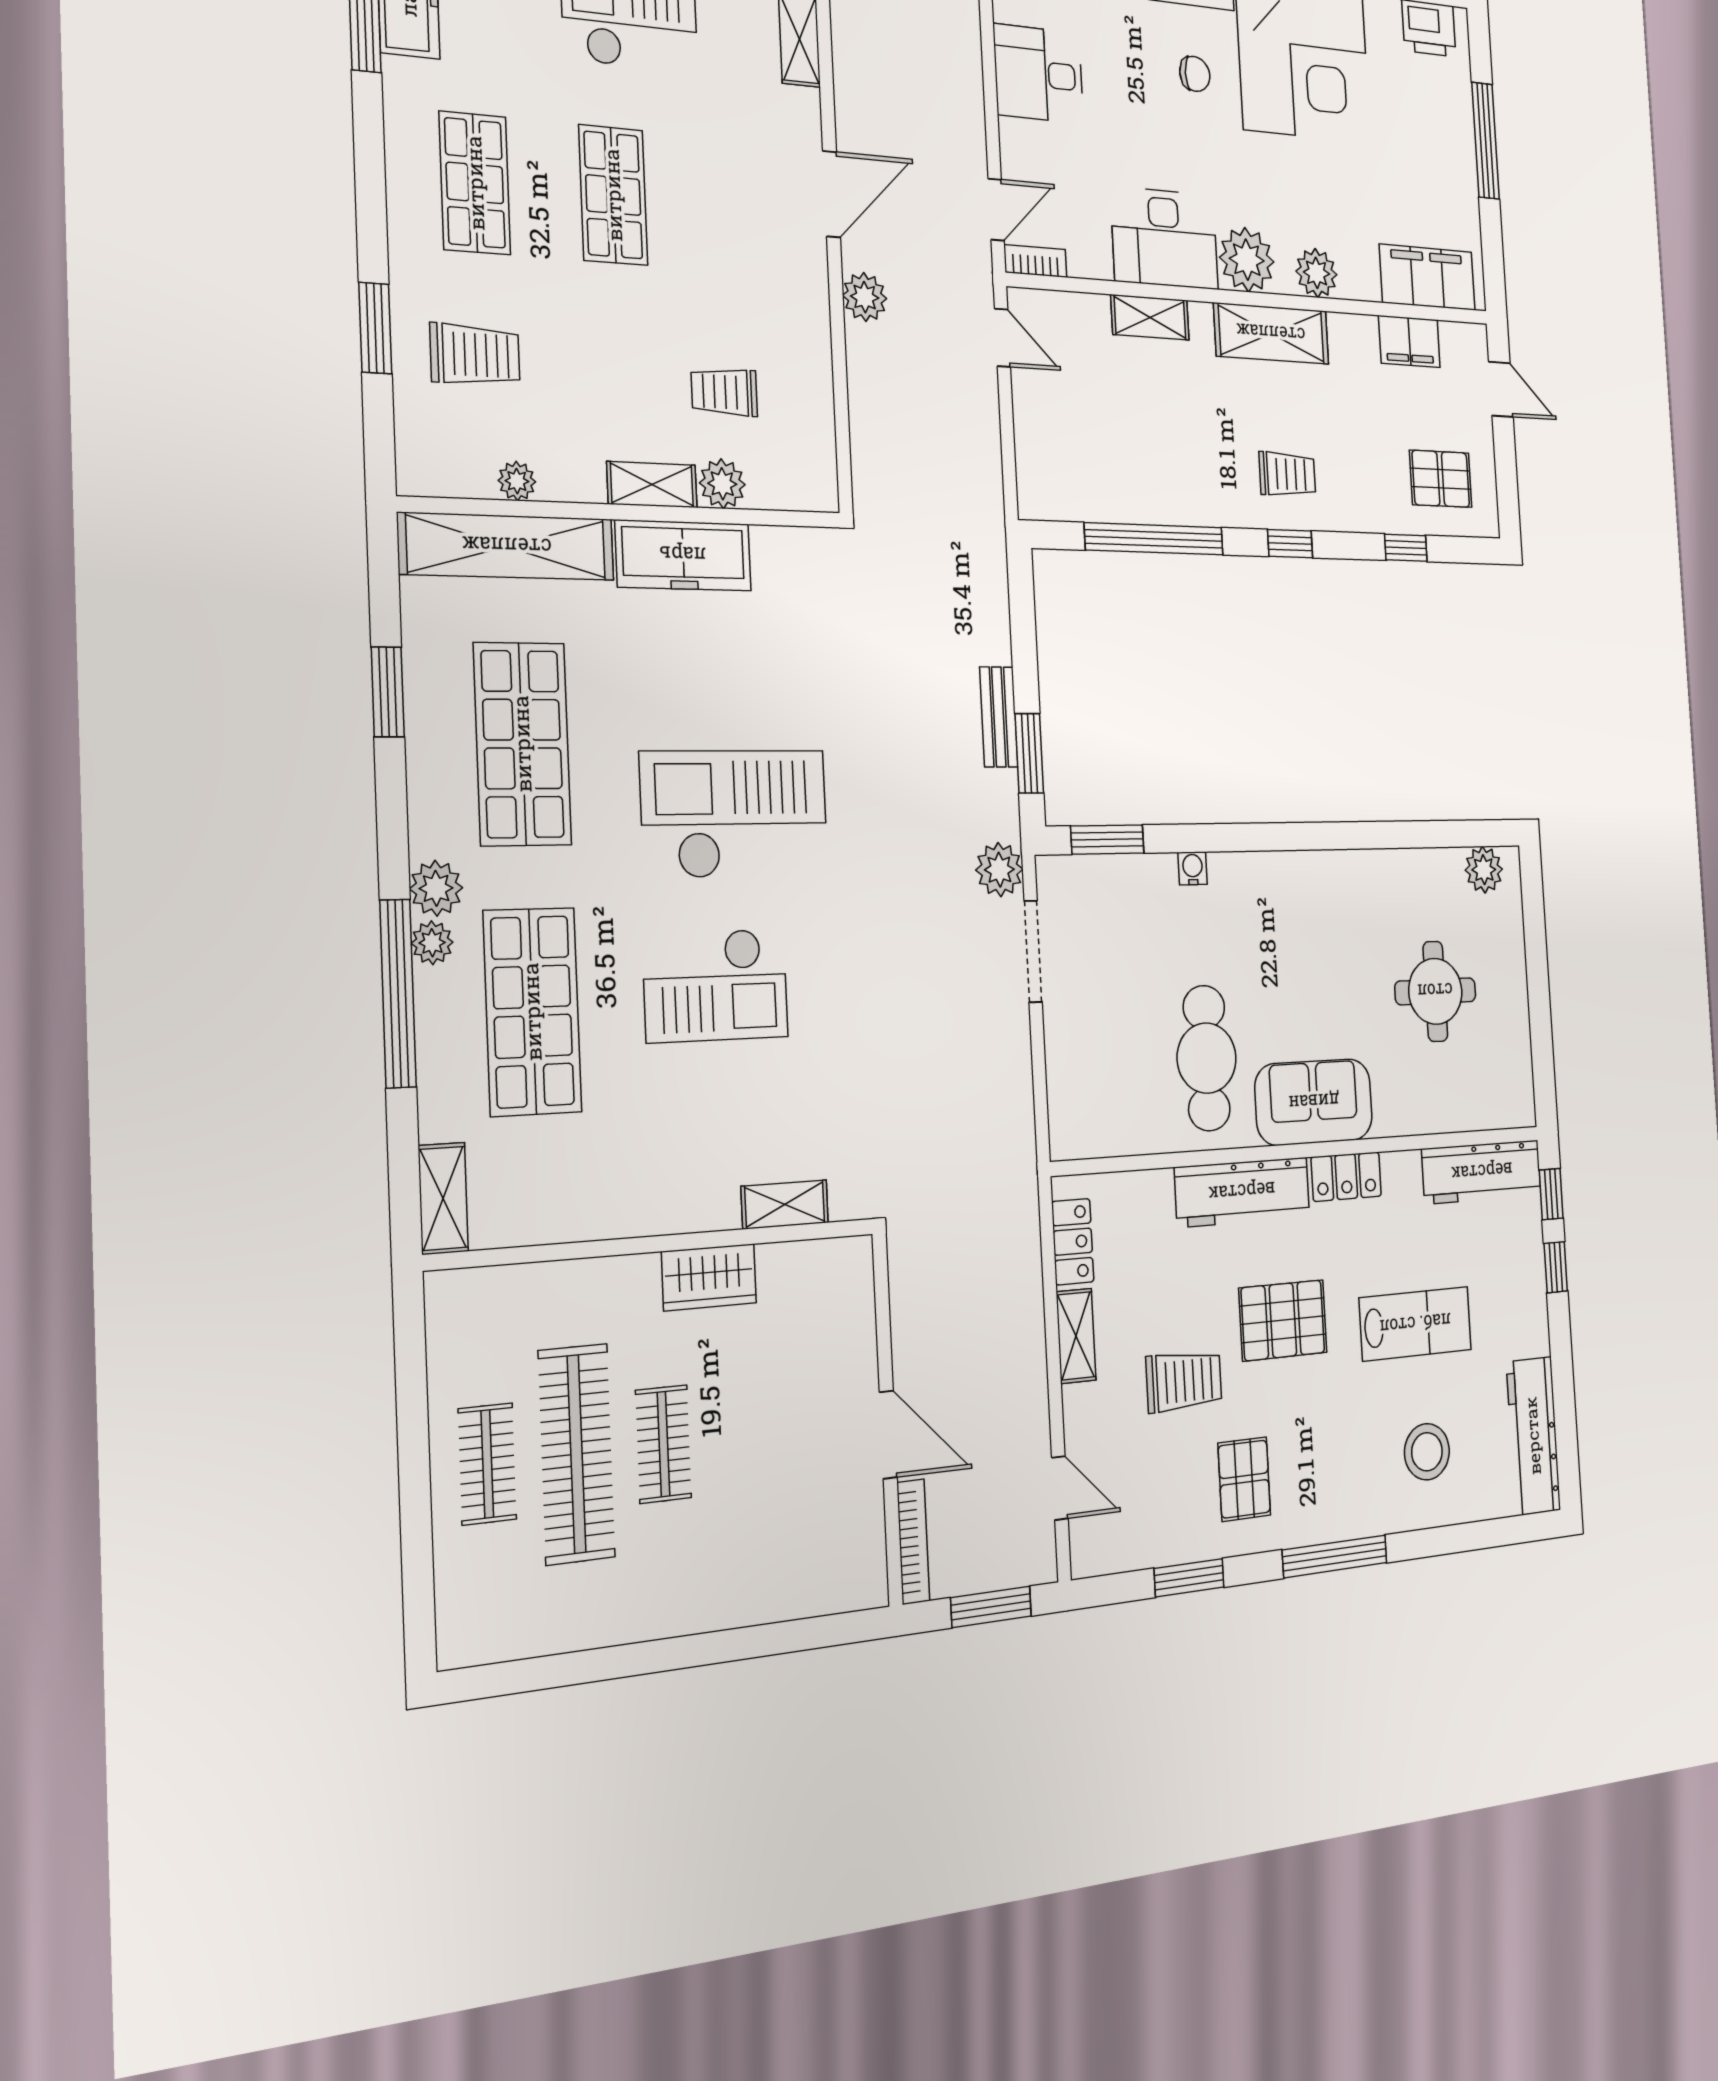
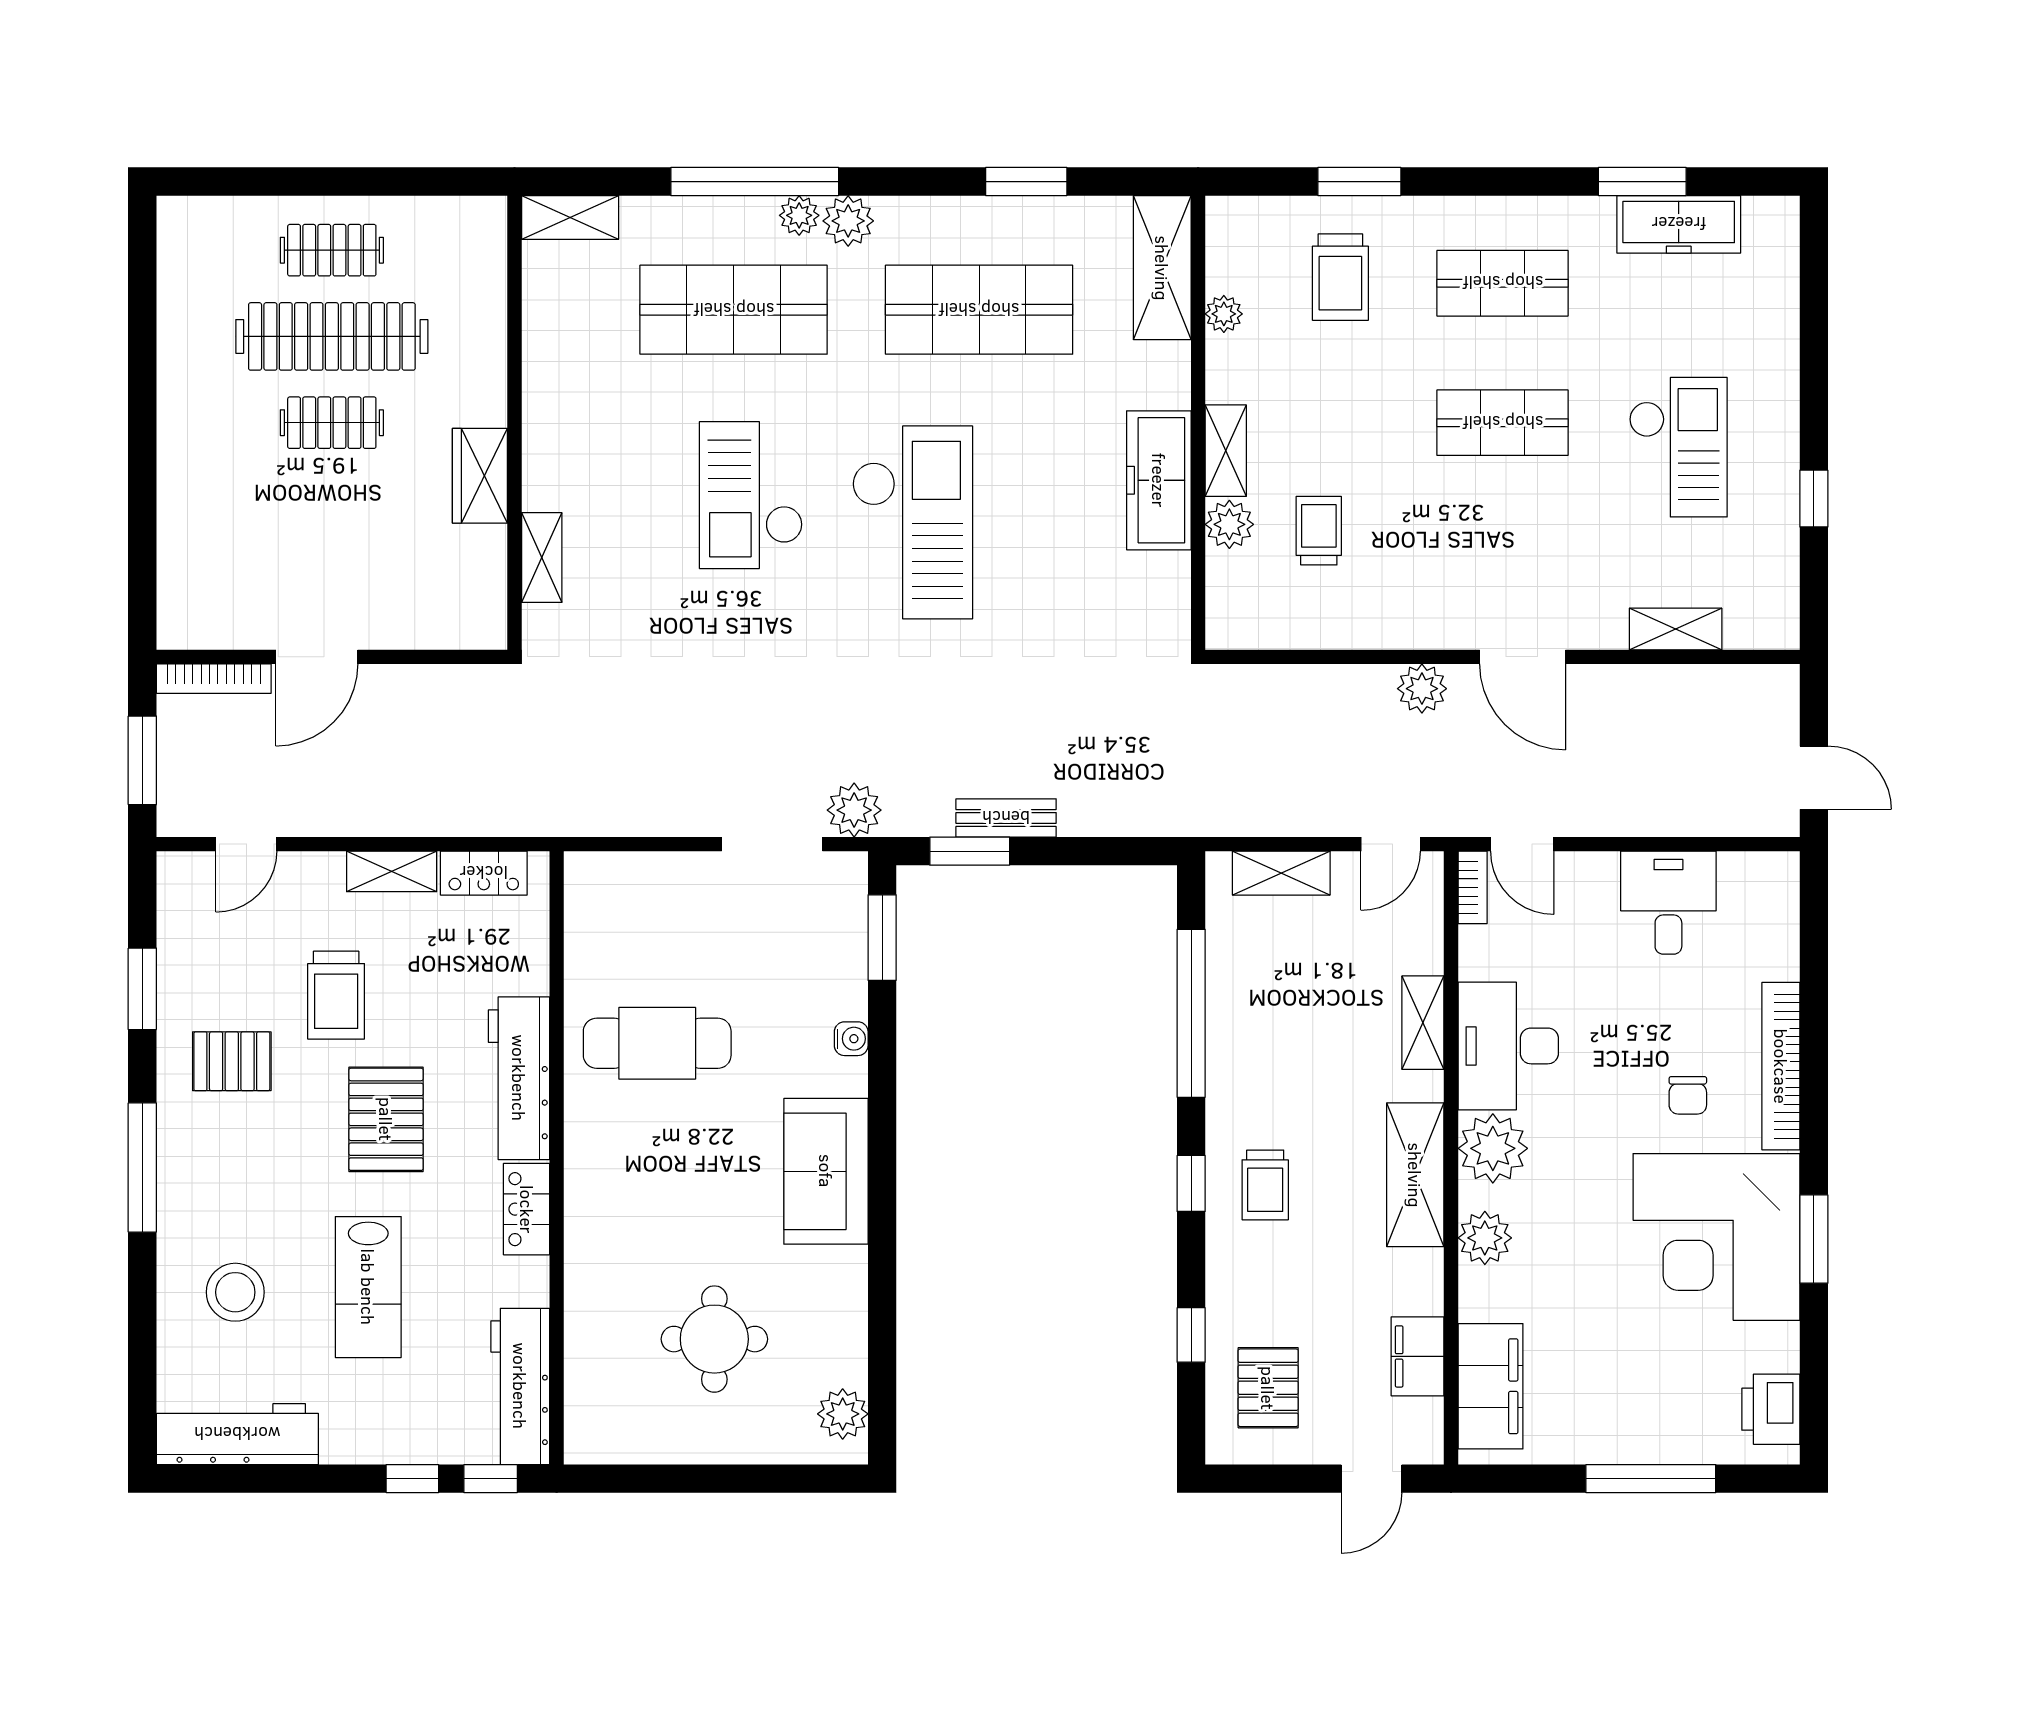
shelving: (1033, 446) -> (1281, 873), added
shelving: (507, 546) -> (1162, 268), width x0.68
sofa: (1314, 1102) -> (826, 1171), moved, turned 180

